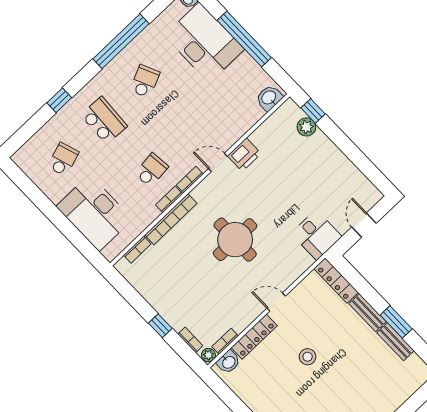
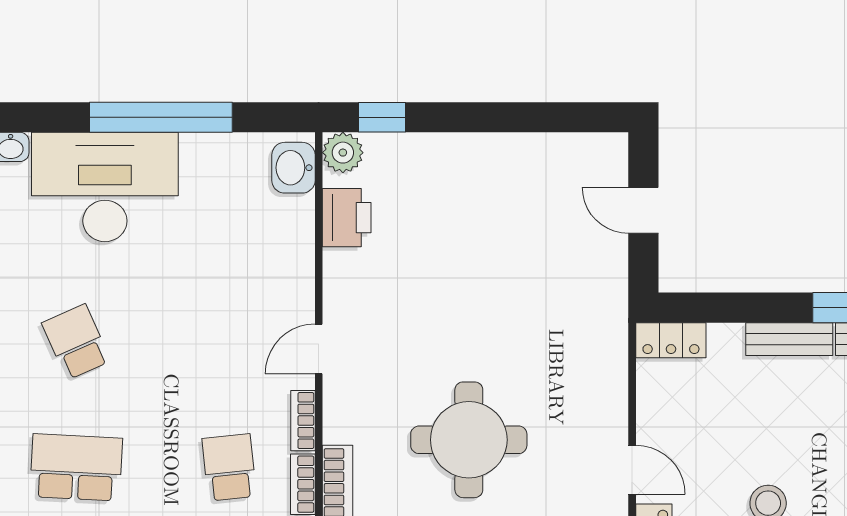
plant: (306, 127) -> (343, 153), moved
printer: (244, 155) -> (347, 218), moved
desk: (316, 235) -> (586, 302), removed
locker: (336, 280) -> (671, 340), width x0.66
door: (276, 302) -> (632, 470), swing flipped

